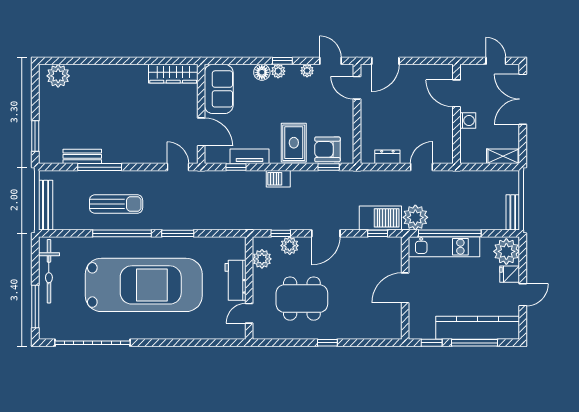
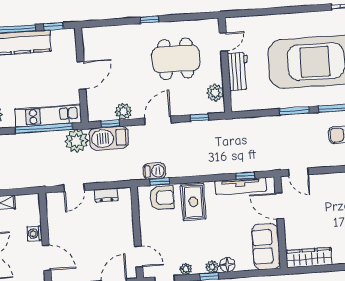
tv unit: (250, 156) -> (241, 186), width x1.41
barbecue: (278, 179) -> (154, 171), moved
plant: (290, 246) -> (124, 111), moved

